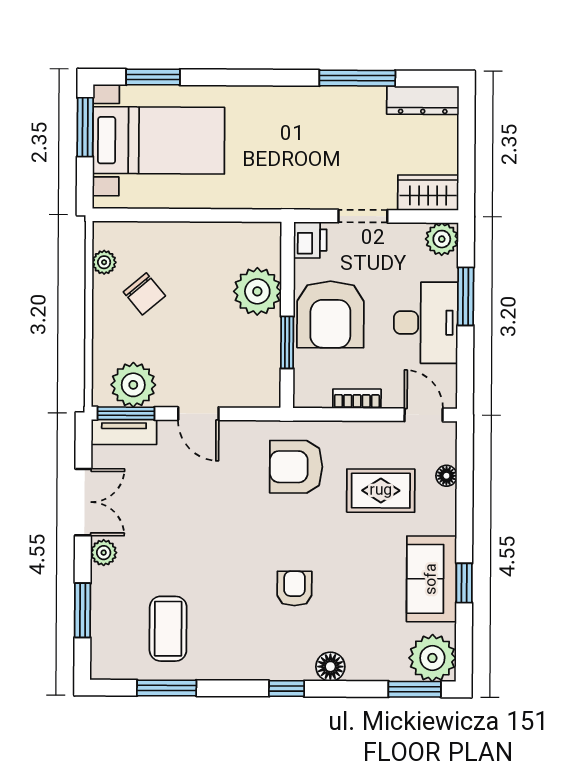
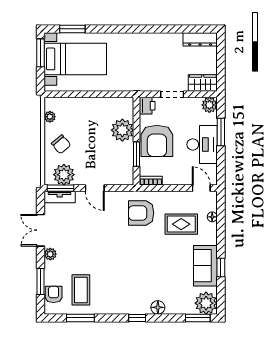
window: (357, 78) -> (169, 29), removed
chair: (144, 294) -> (61, 144), moved
bookcase: (357, 399) -> (151, 181), moved
double door: (83, 502) -> (40, 230), swing flipped
armchair: (294, 588) -> (54, 294), moved

